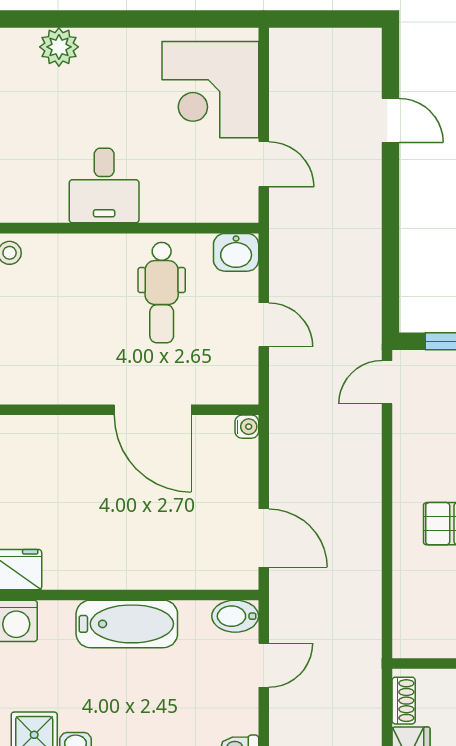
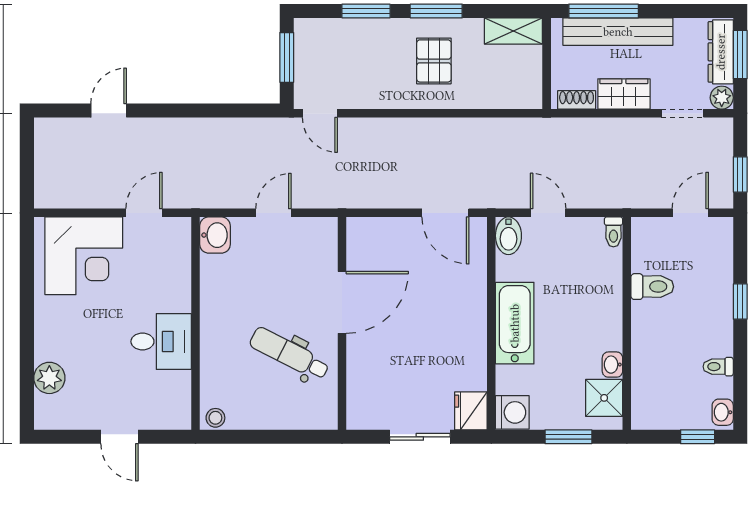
dental chair: (162, 293) -> (289, 354), moved, turned -153
water cooler: (247, 427) -> (356, 226), removed
door: (264, 538) -> (445, 213), swing flipped

